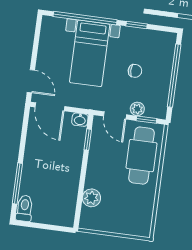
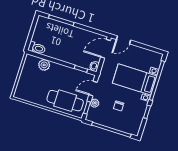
toilet: (24, 208) -> (37, 48), moved

